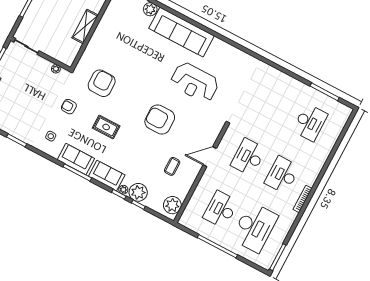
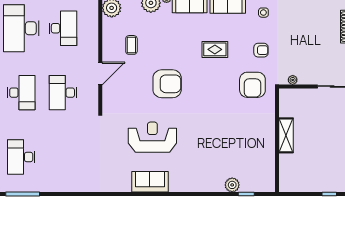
sofa: (182, 32) -> (150, 182), moved, width x0.54, depth x0.79
armchair: (102, 83) -> (252, 85), moved
desk: (248, 157) -> (63, 93), turned 180

